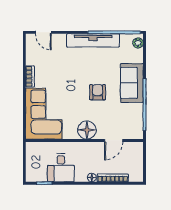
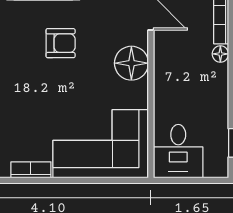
armchair: (98, 92) -> (61, 43), turned 180
desk: (61, 168) -> (178, 151), moved, turned 90

